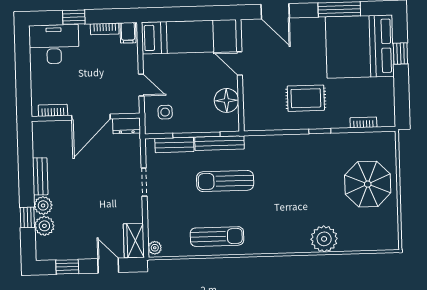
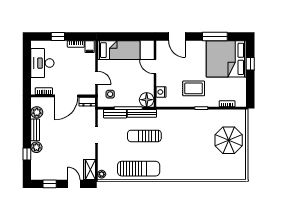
desk: (54, 44) -> (42, 63), moved, turned -90
floor lamp: (226, 100) -> (147, 100), moved
nightstand: (251, 106) -> (161, 92), added
plant: (44, 226) -> (37, 112), moved
sun lounger: (217, 237) -> (139, 169), width x1.36, depth x1.34
plant: (324, 239) -> (202, 172), removed

